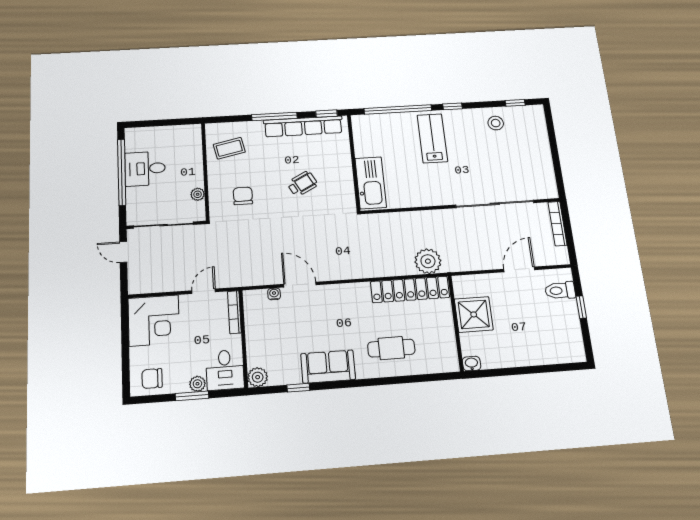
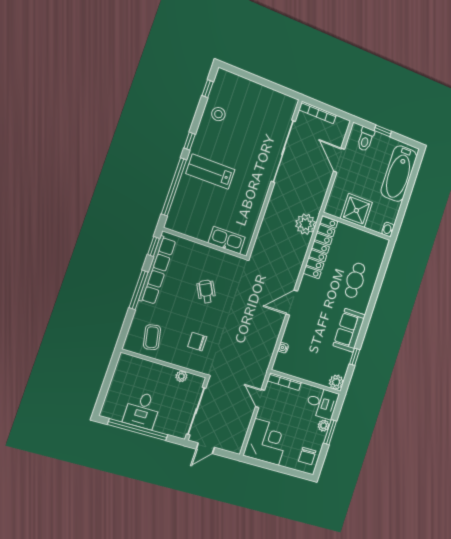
kitchen sink: (371, 183) -> (227, 240), width x0.73, depth x0.81
door: (300, 285) -> (292, 303), moved
bathtub: (544, 348) -> (399, 174), added

